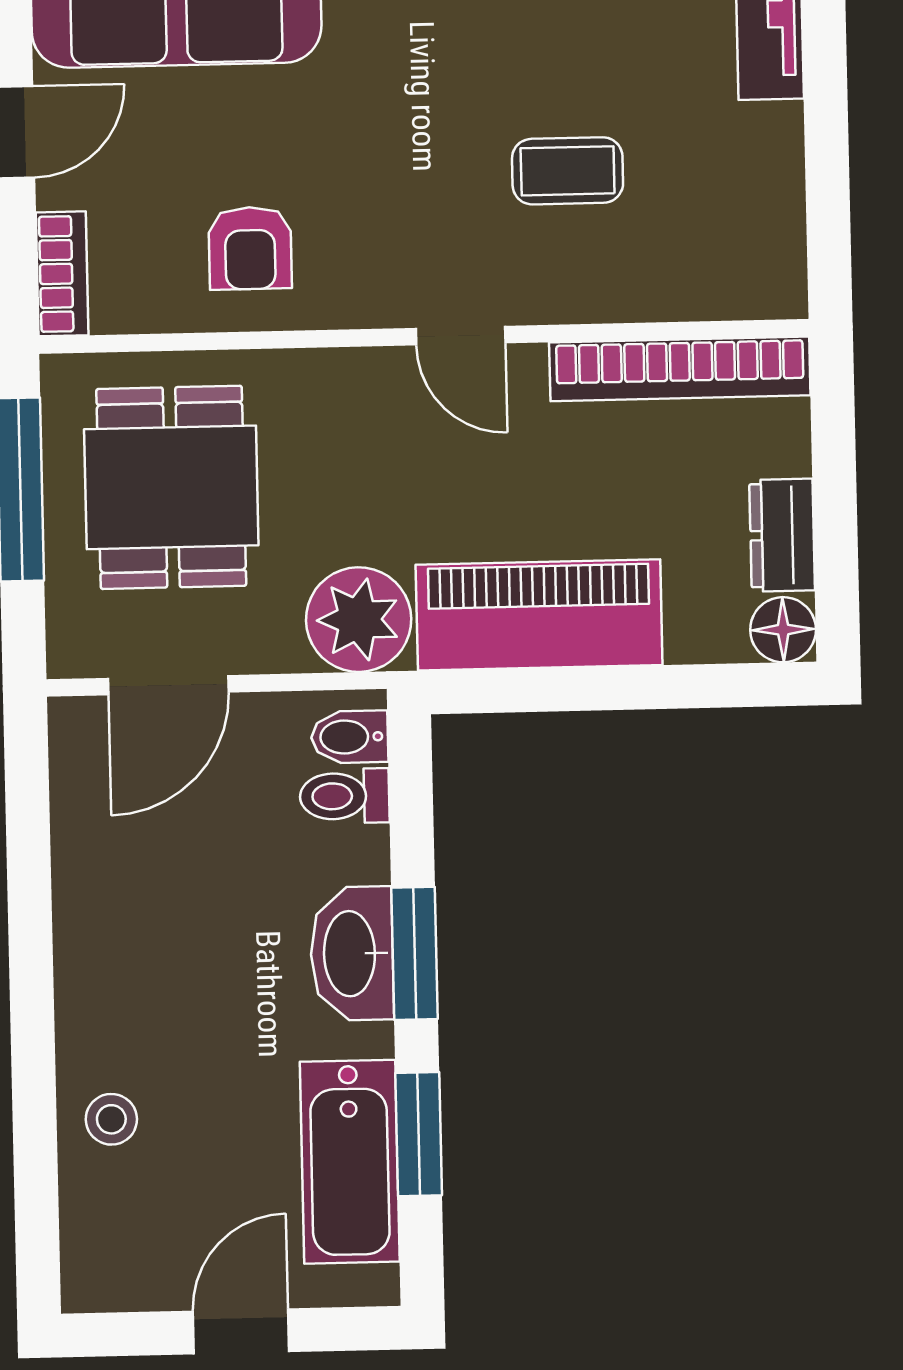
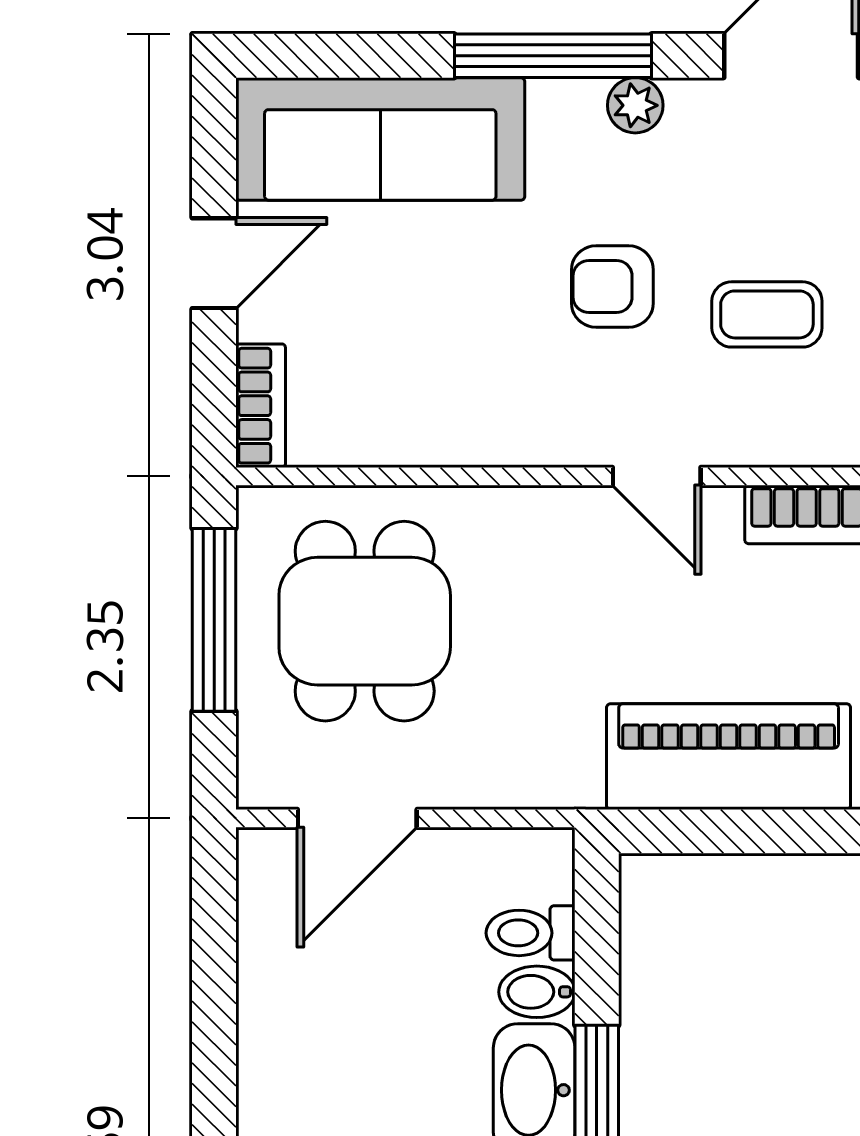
armchair: (250, 248) -> (612, 287), moved, turned 90
plant: (359, 620) -> (548, 757), removed
bidet: (350, 737) -> (537, 992), moved

